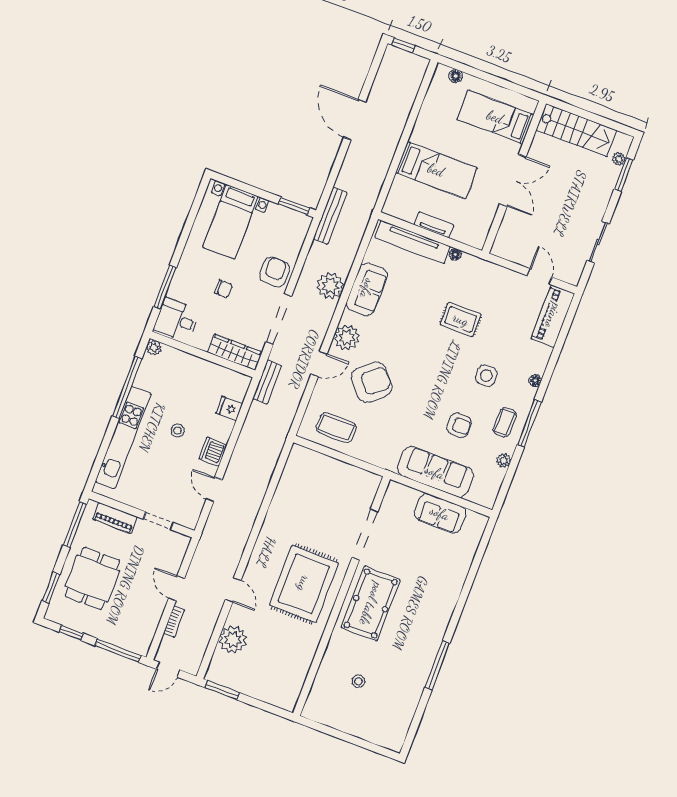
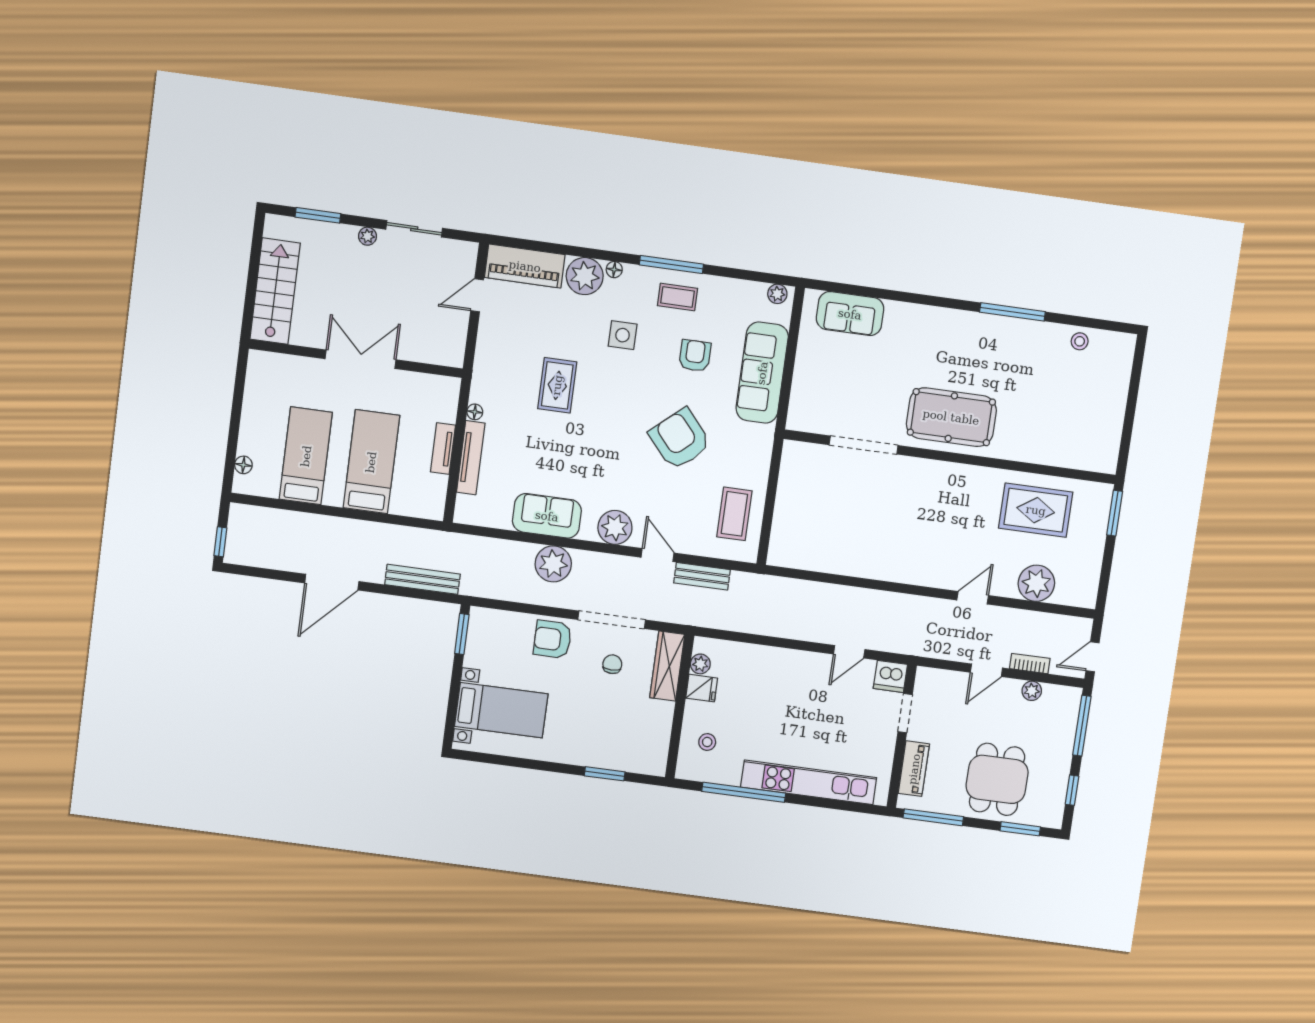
bed: (495, 117) -> (306, 456), moved, turned 180
plant: (619, 159) -> (367, 236), moved
bench: (330, 216) -> (422, 579), moved
tv unit: (412, 242) -> (471, 458), width x0.73, depth x0.78
window: (165, 287) -> (605, 774), width x0.69
chair: (224, 289) -> (612, 664), moved
desk: (177, 320) -> (643, 749), removed
plant: (154, 348) -> (700, 664), moved
plant: (535, 358) -> (585, 276), added
bench: (267, 382) -> (702, 576), moved
armchair: (372, 382) -> (680, 439), moved
fridge: (229, 408) -> (702, 688), moved, turned -90
stool: (178, 431) -> (707, 742), moved
dishwasher: (213, 452) -> (890, 676), moved
plant: (504, 461) -> (777, 294), moved
sofa: (440, 513) -> (850, 314), moved, turned 90
dining table: (92, 578) -> (997, 779), turned 90
rug: (304, 584) -> (1036, 510), moved, width x0.73, depth x0.69
plant: (153, 619) -> (1032, 691), added
door: (168, 670) -> (1092, 657), swing flipped
stool: (358, 681) -> (1080, 341), moved
window: (222, 690) -> (1115, 513), moved

